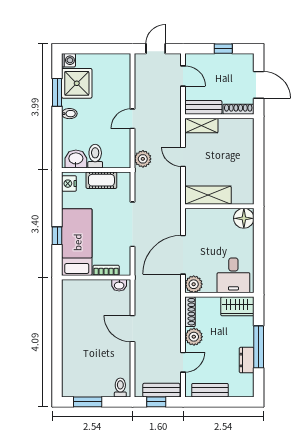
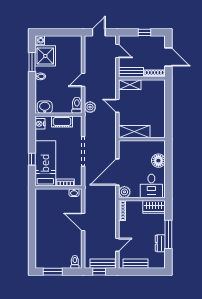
toilet: (95, 156) -> (77, 105), moved
floor lamp: (244, 218) -> (158, 161), moved
plant: (194, 337) -> (125, 227), removed

